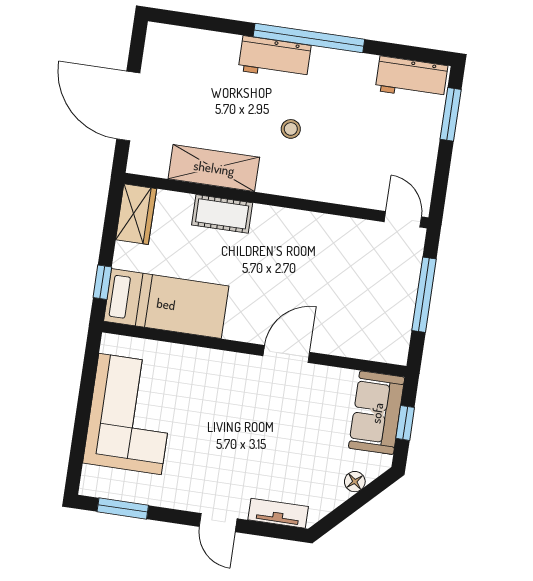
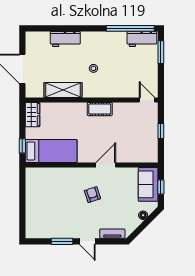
window: (309, 38) -> (130, 28), moved
workbench: (275, 58) -> (65, 39), moved
cot: (222, 214) -> (100, 109), moved
window: (424, 295) -> (161, 131), width x0.46
corner sofa: (130, 414) -> (43, 201), removed
armchair: (246, 417) -> (92, 195), added
window: (123, 508) -> (62, 241), moved

